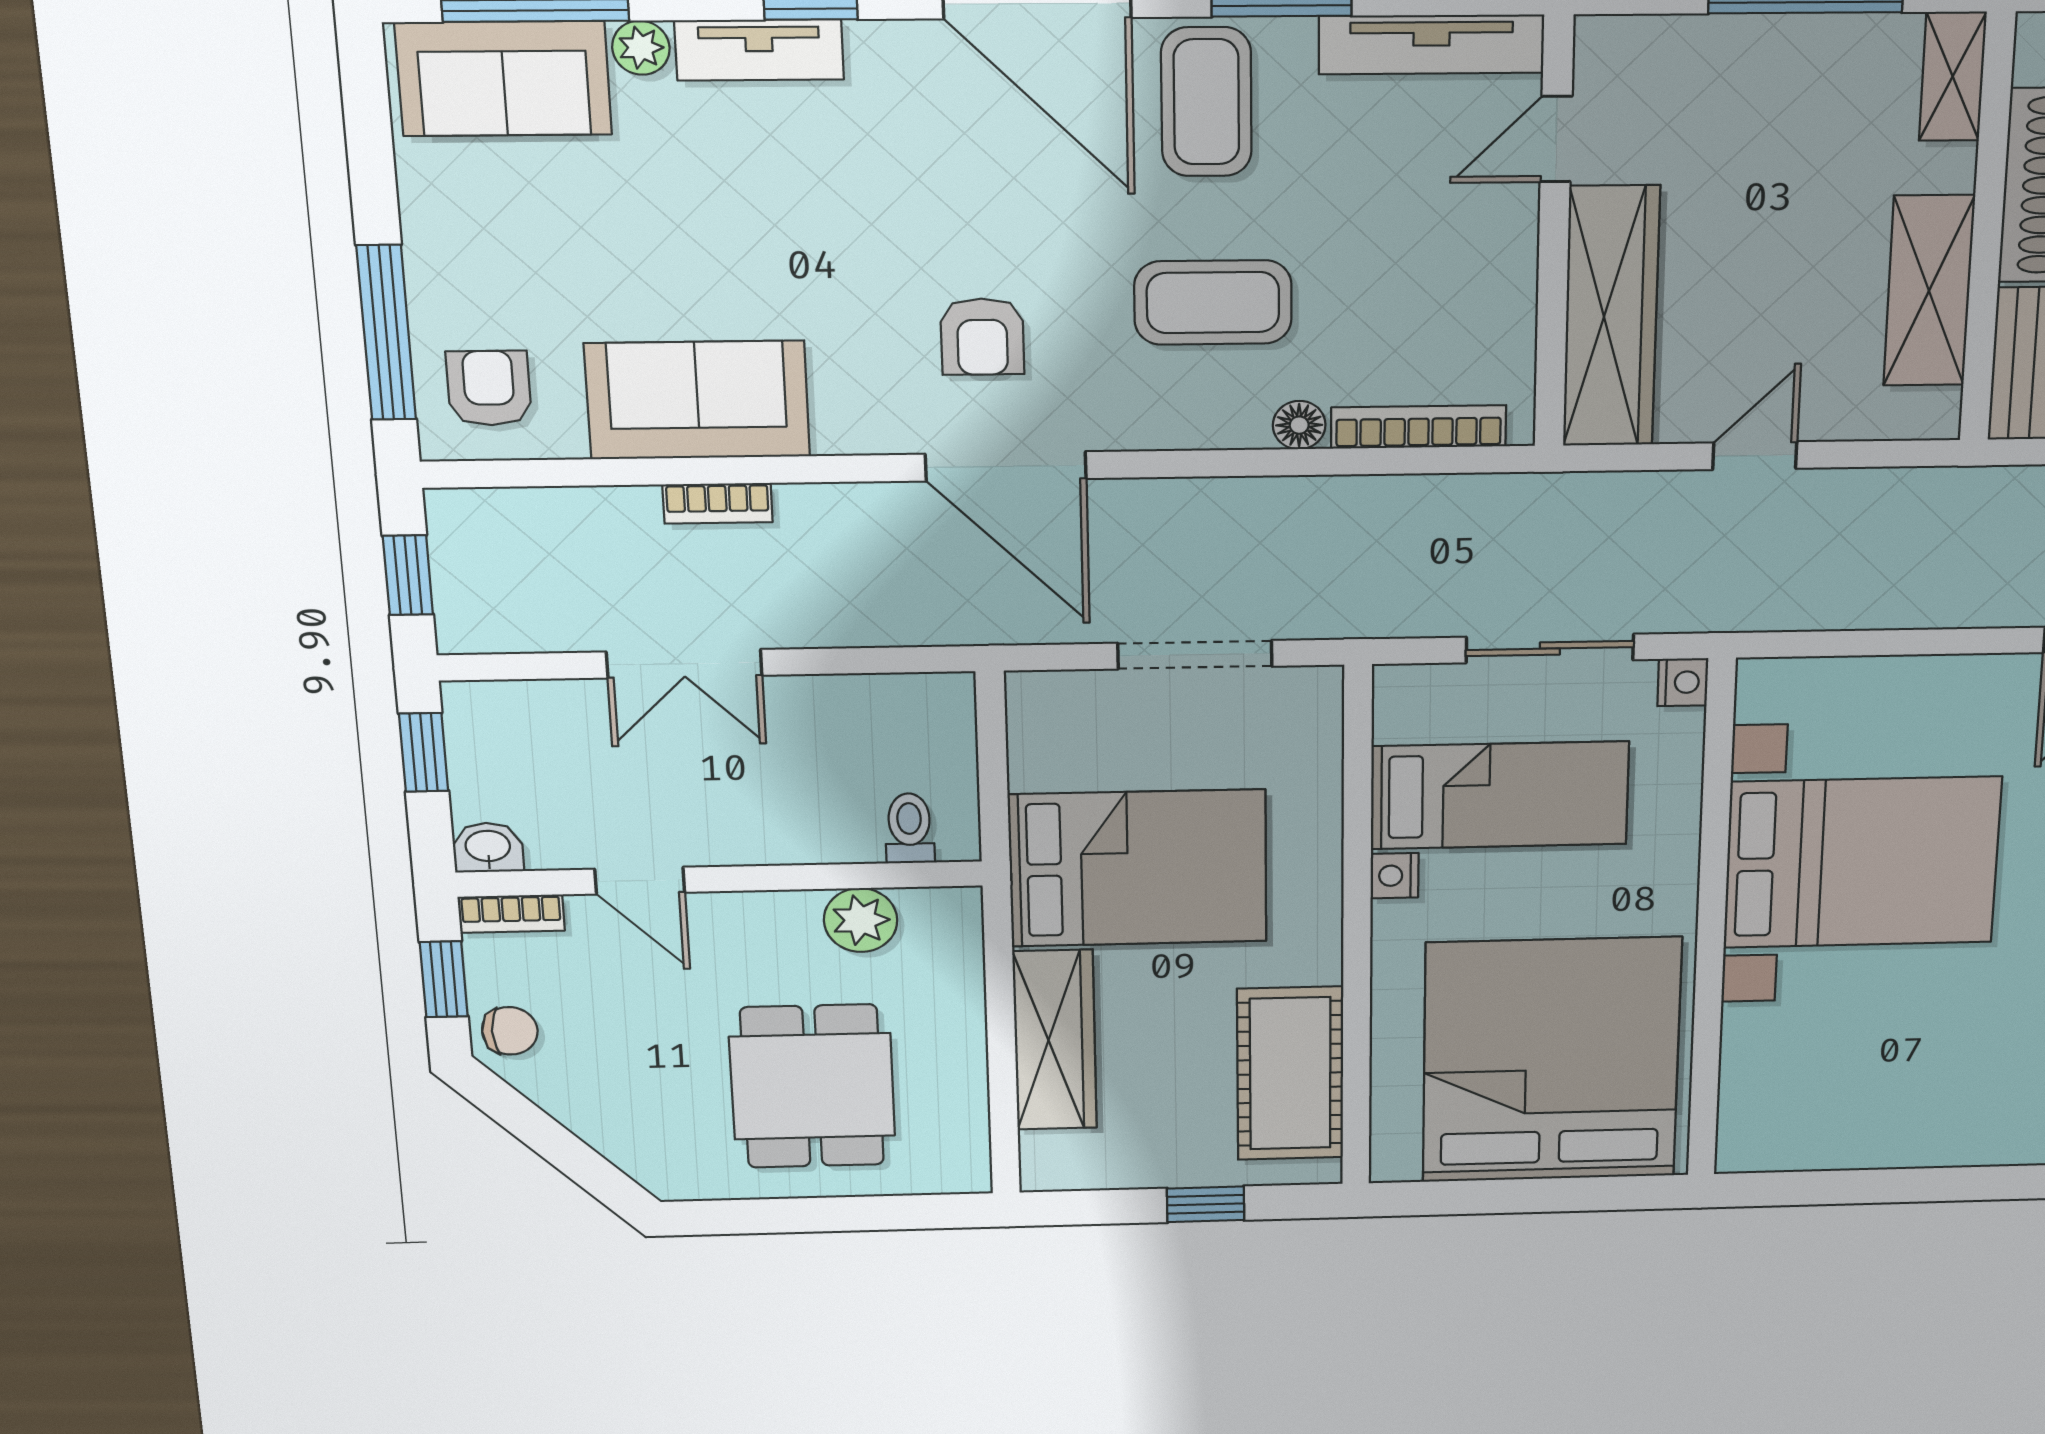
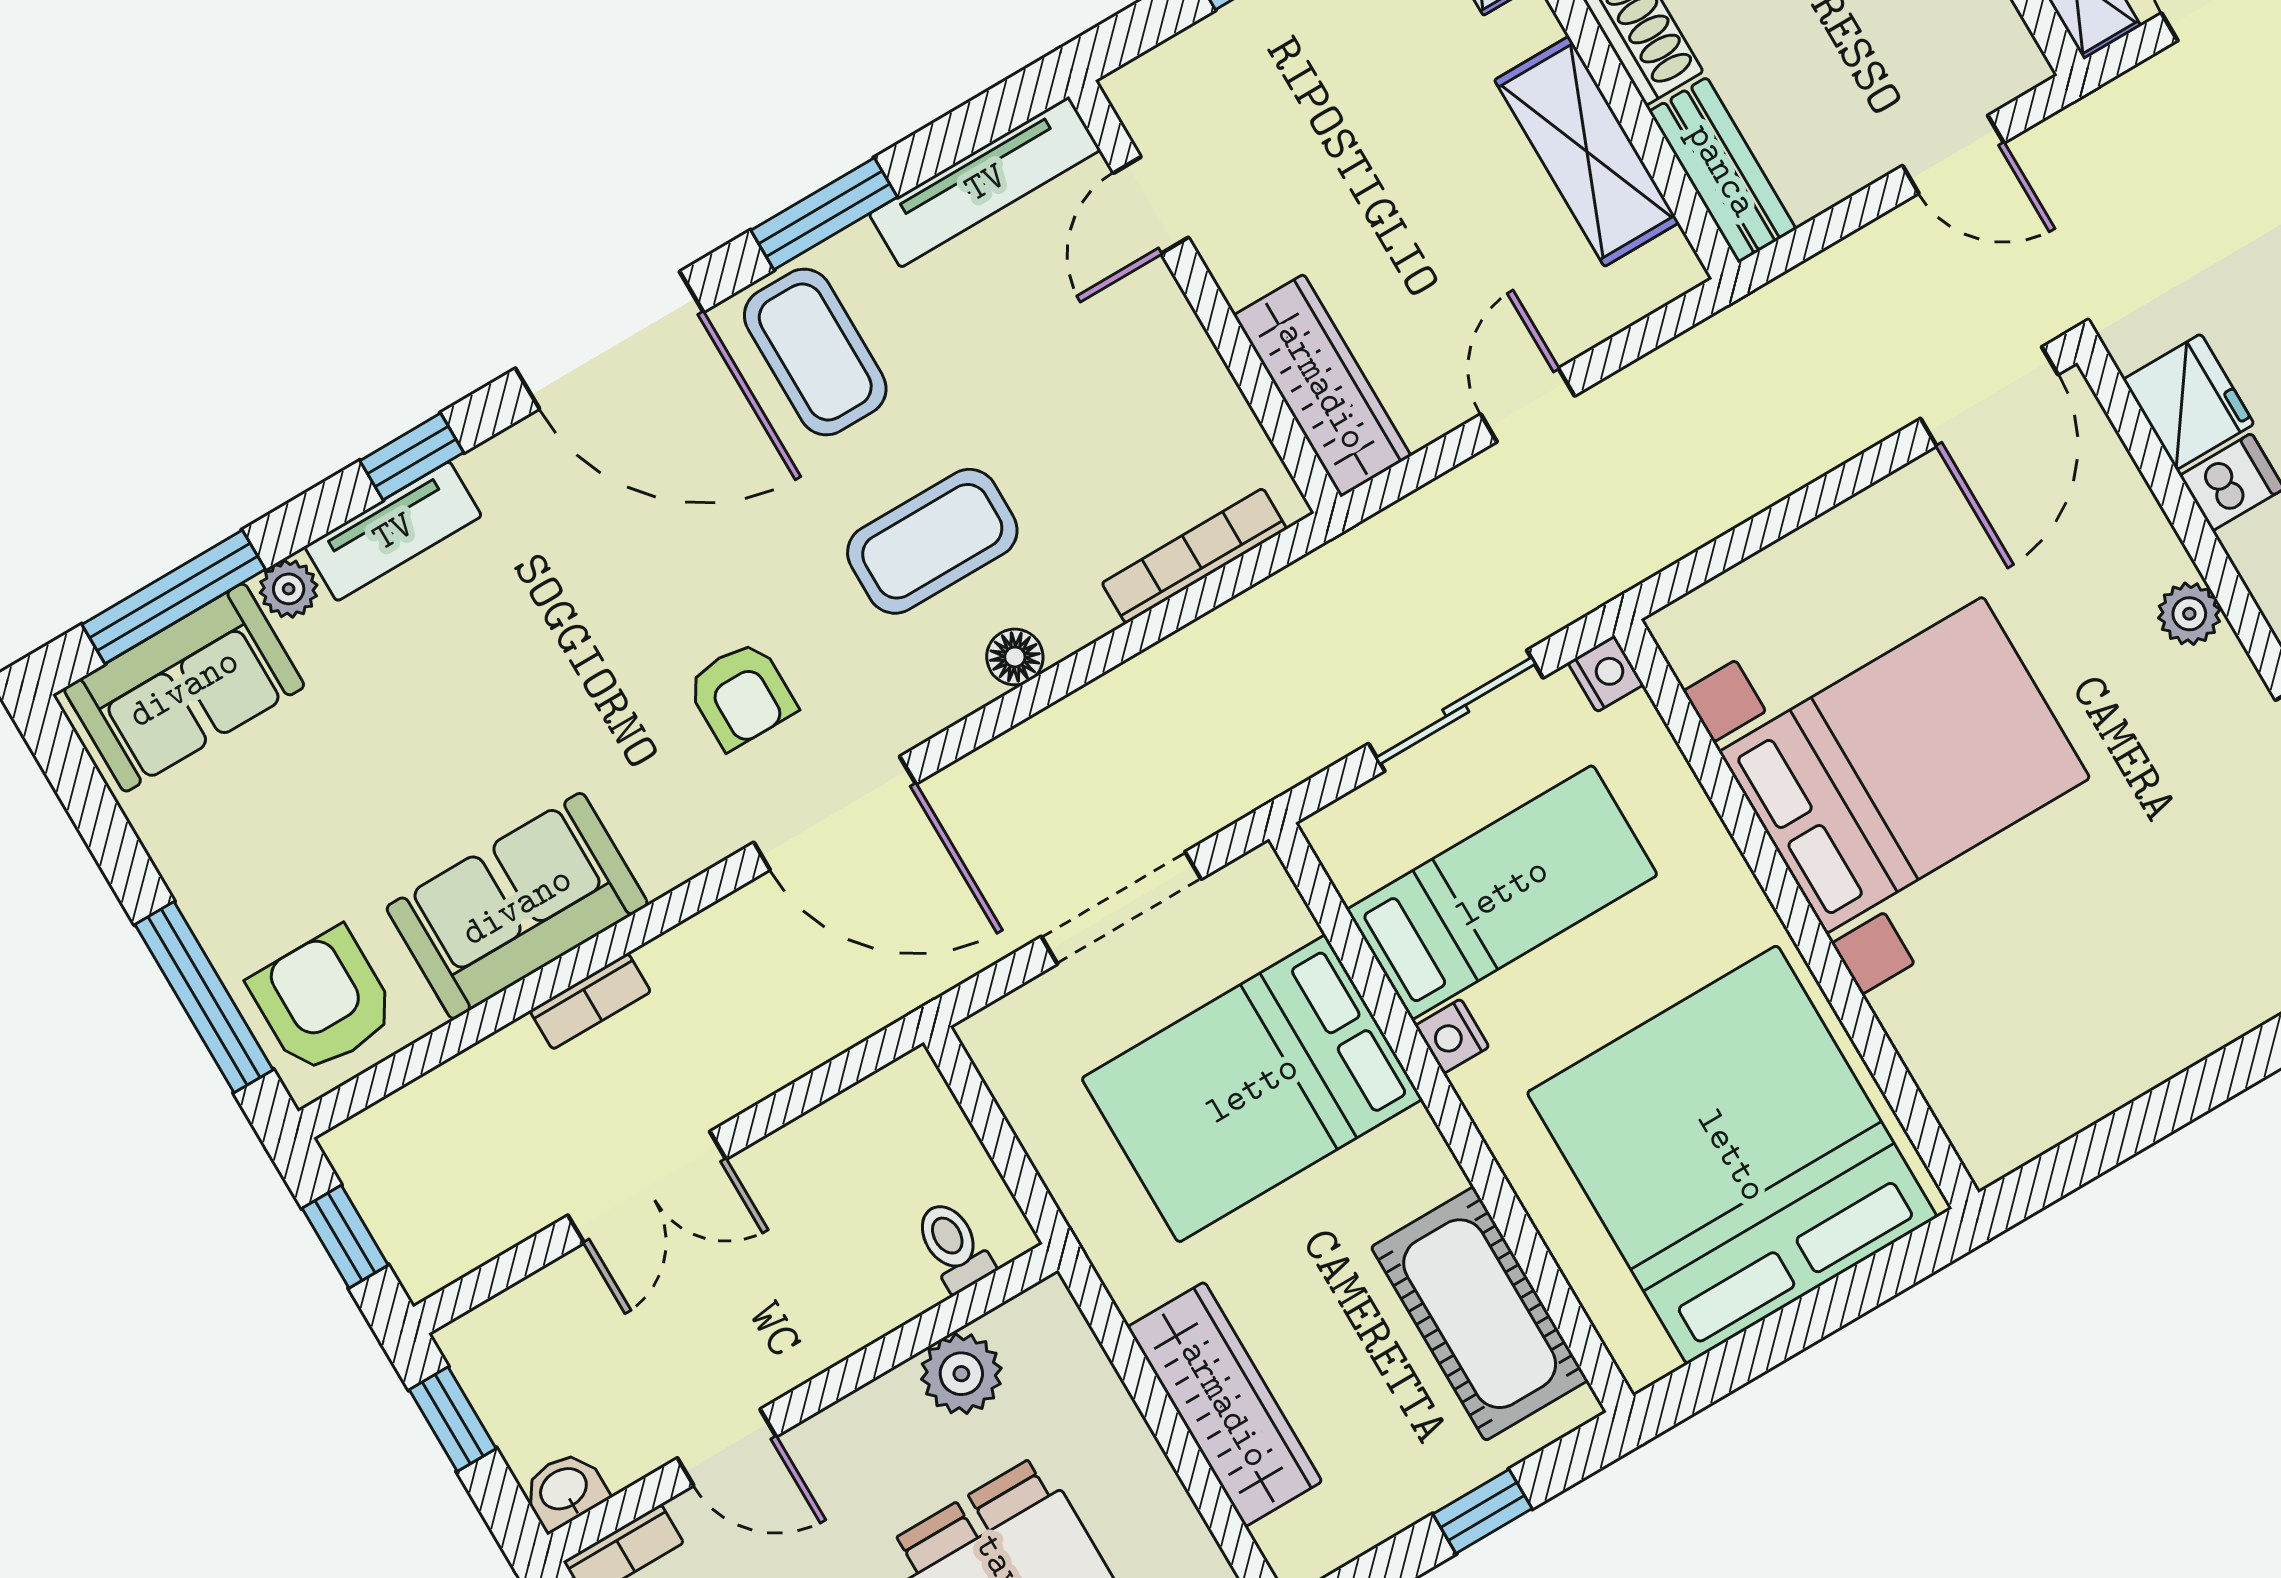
wardrobe: (1611, 317) -> (1322, 386), width x0.71, depth x0.85
armchair: (489, 388) -> (323, 1001), width x1.38, depth x1.38
floor lamp: (1299, 425) -> (1015, 657), moved
bed: (1138, 868) -> (1252, 1089), moved, turned 180

